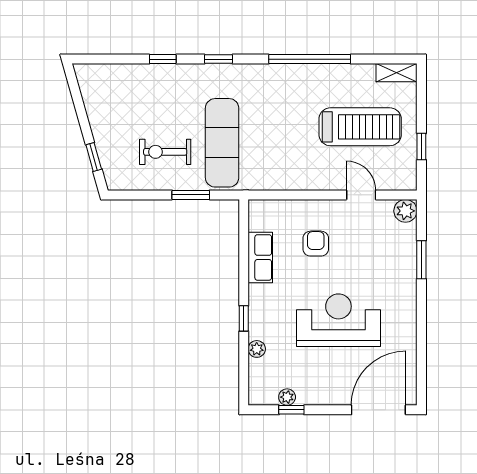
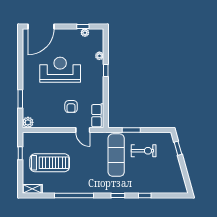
treadmill: (360, 127) -> (50, 163), turned 180
door: (361, 195) -> (83, 130), moved
row of seats: (260, 257) -> (98, 116), moved
reception desk: (338, 320) -> (60, 70), turned 180

